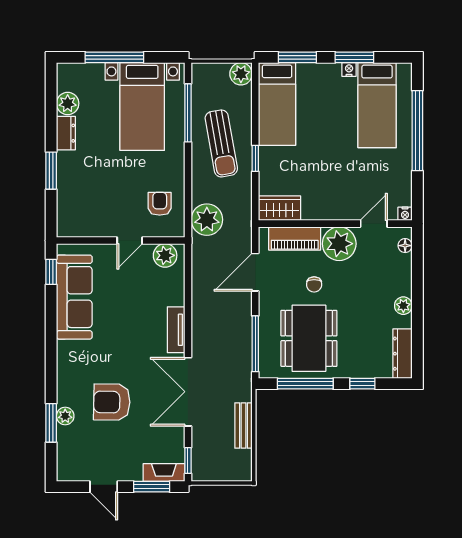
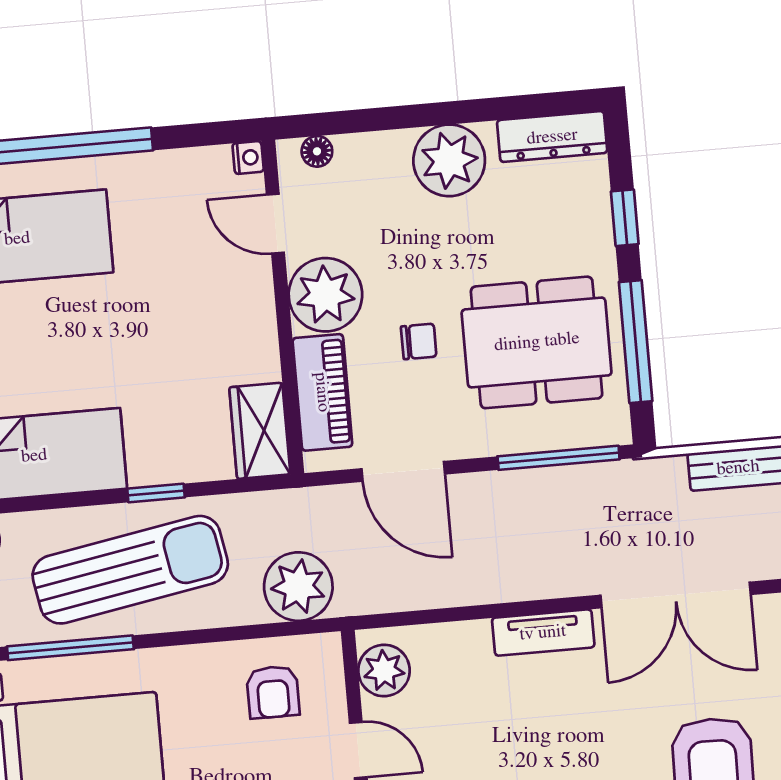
sun lounger: (221, 143) -> (130, 570), width x1.36, depth x1.34
armchair: (160, 204) -> (273, 692), turned -90
plant: (403, 306) -> (449, 160), width x1.87, depth x1.87

